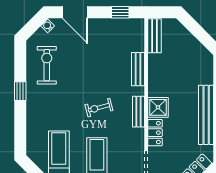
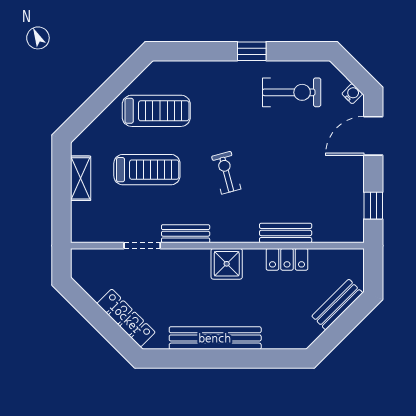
bench: (154, 36) -> (337, 305), moved, turned -45
bench: (139, 112) -> (186, 234), moved
locker: (155, 133) -> (287, 259), moved

